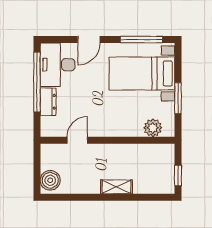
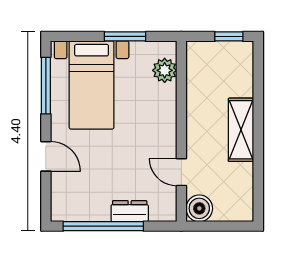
desk: (57, 65) -> (80, 199), removed
boiler: (50, 180) -> (199, 208), moved
shelving: (116, 187) -> (241, 130), width x1.50, depth x1.33

